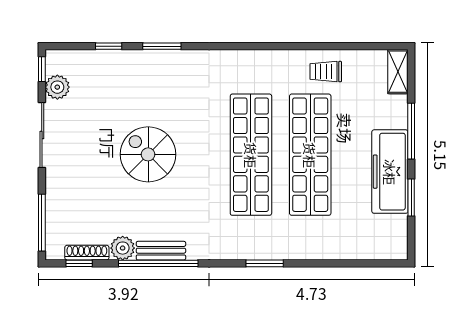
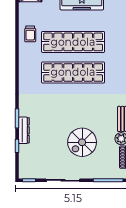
dresser: (139, 59) -> (24, 130), added
plant: (57, 87) -> (38, 172), removed
spiral stairs: (148, 154) -> (82, 142), moved

